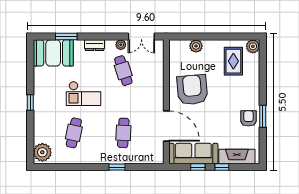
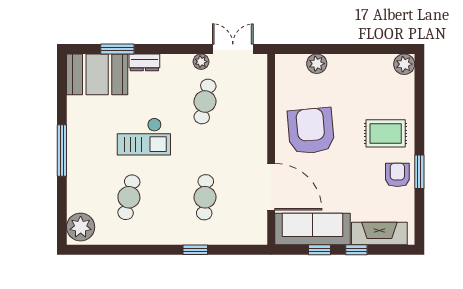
double door: (141, 36) -> (233, 49), swing flipped
dresser: (94, 45) -> (144, 62), moved
rug: (233, 61) -> (386, 133), moved, turned 90
cafe table: (123, 71) -> (205, 101), turned 30
window: (30, 102) -> (62, 150), width x2.17

